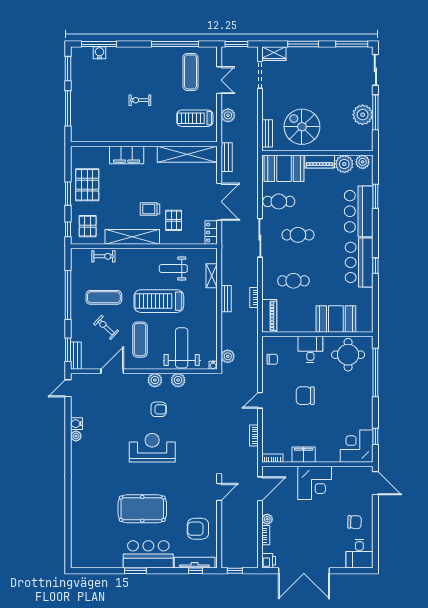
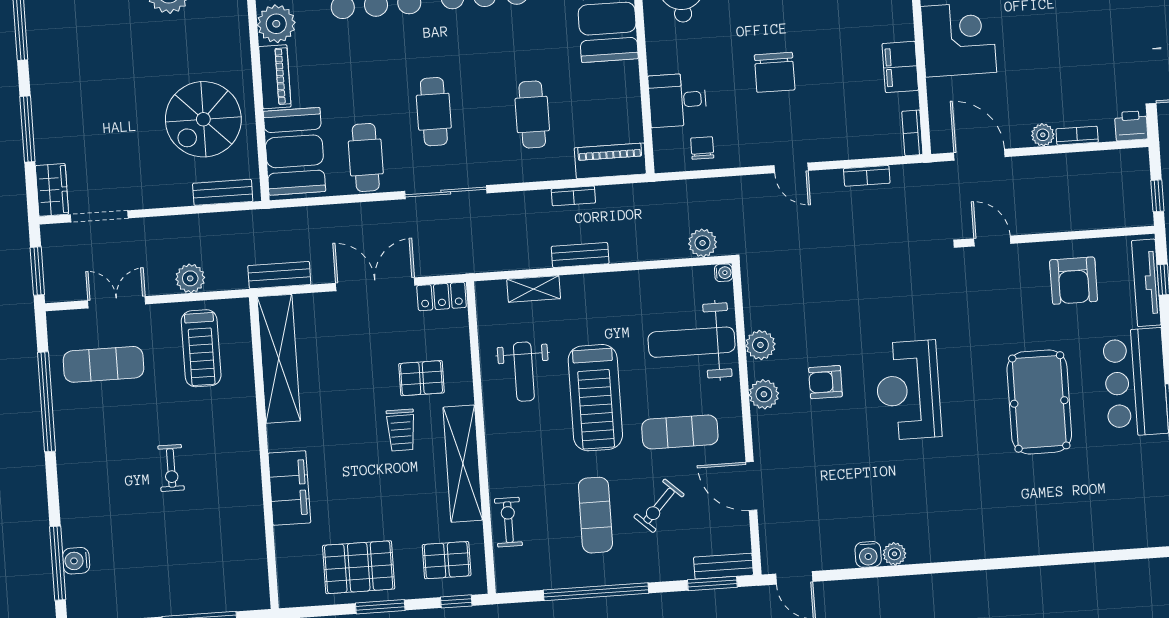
desk: (310, 349) -> (677, 100), moved
armchair: (159, 409) -> (825, 382), turned -90

